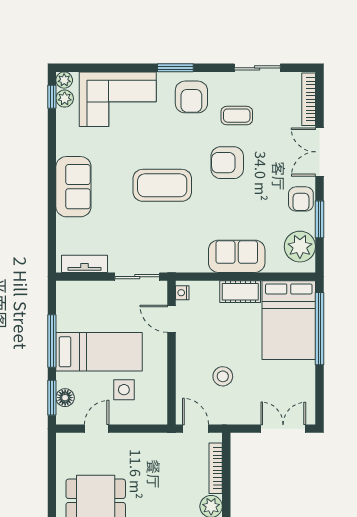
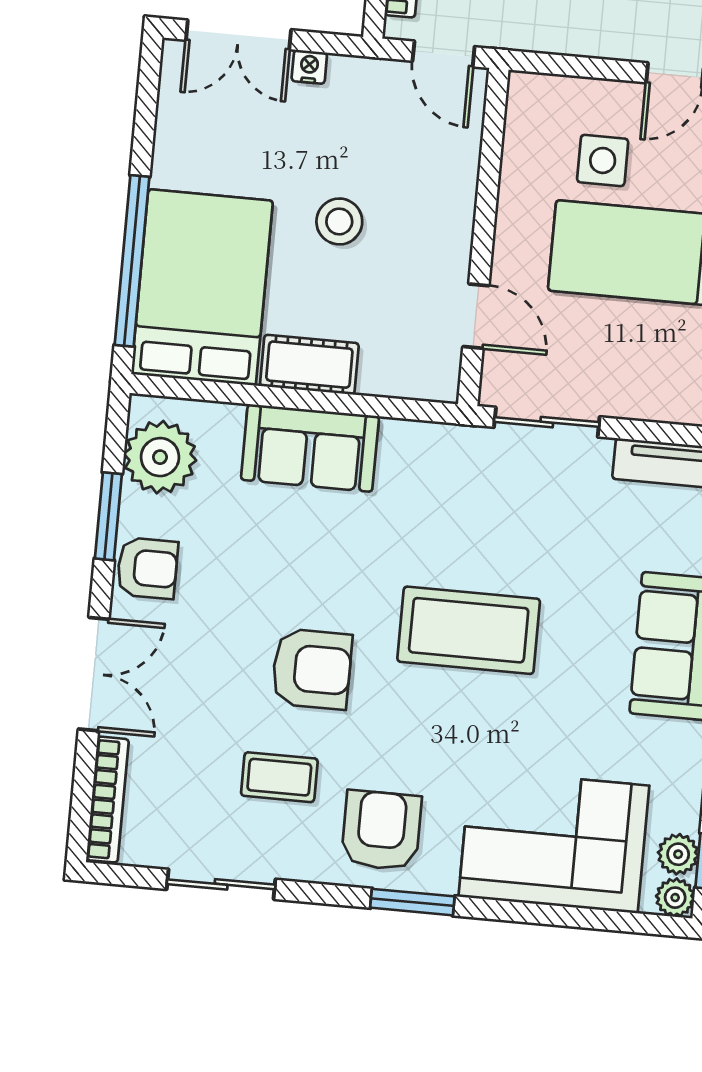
armchair: (301, 199) -> (147, 568), turned 90
nightstand: (182, 293) -> (309, 67), moved, turned -90
stool: (223, 376) -> (339, 221), moved

